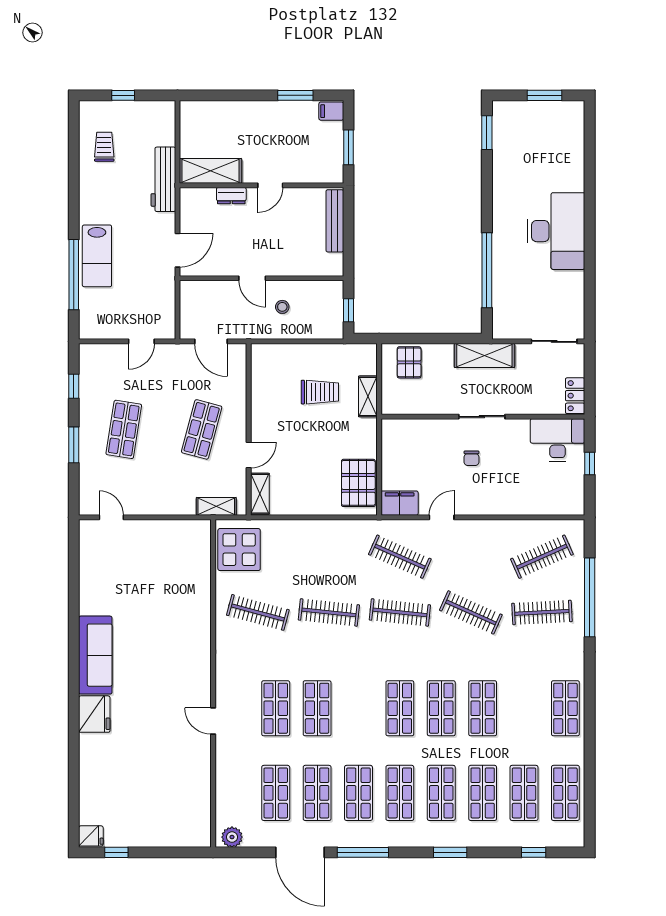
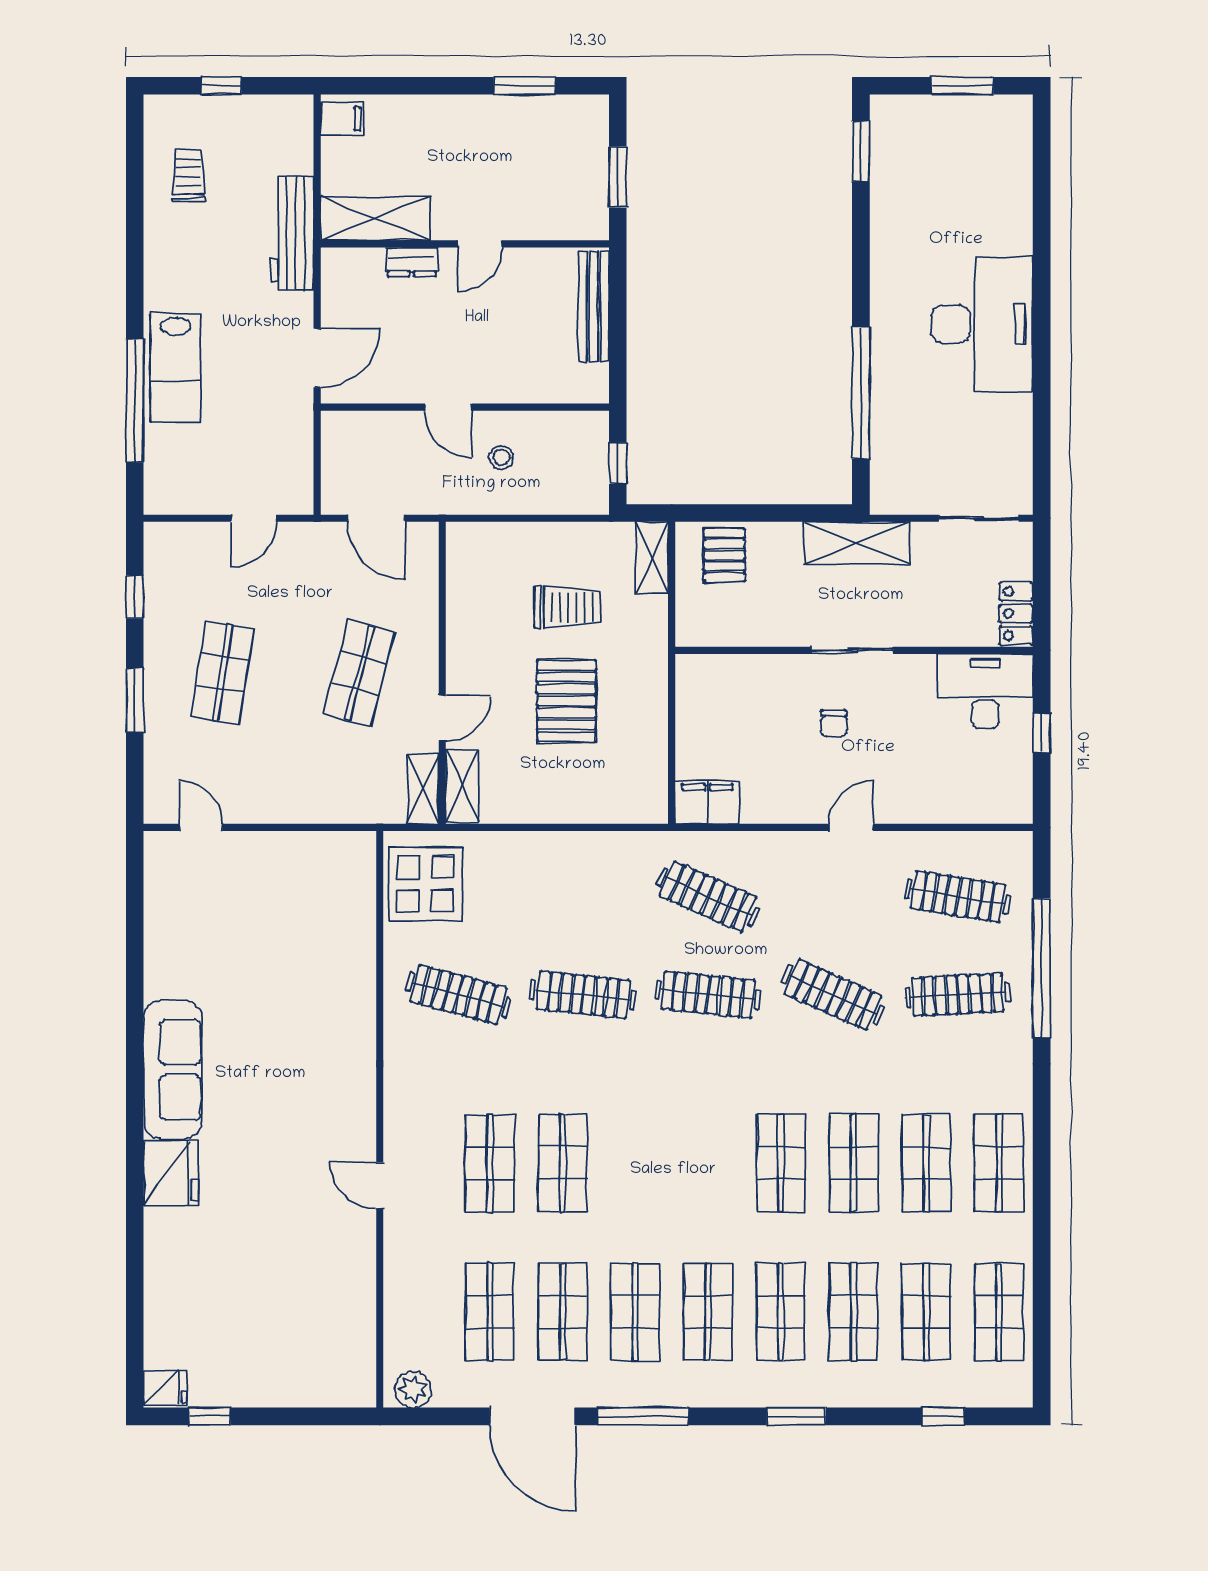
filing cabinet: (331, 111) -> (342, 119), moved, turned 180
shelving: (368, 396) -> (652, 558), moved
pallet: (358, 483) -> (566, 701), moved
shelving: (216, 506) -> (423, 789), moved, turned 90
door: (442, 517) -> (851, 827), moved
clothes rail: (542, 557) -> (958, 897), turned 33
shop shelf: (400, 708) -> (926, 1163), moved

